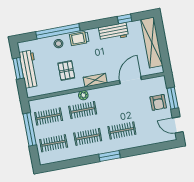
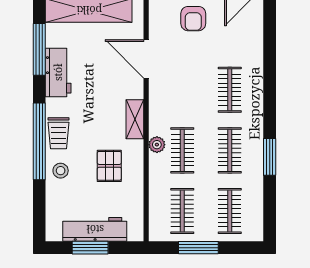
window: (125, 19) -> (39, 49), width x2.17
window: (58, 31) -> (39, 141), moved
pallet: (66, 71) -> (109, 166), turned 90
armchair: (158, 102) -> (193, 19), turned 90
window: (30, 129) -> (198, 248), width x0.69
window: (109, 156) -> (270, 157), moved

